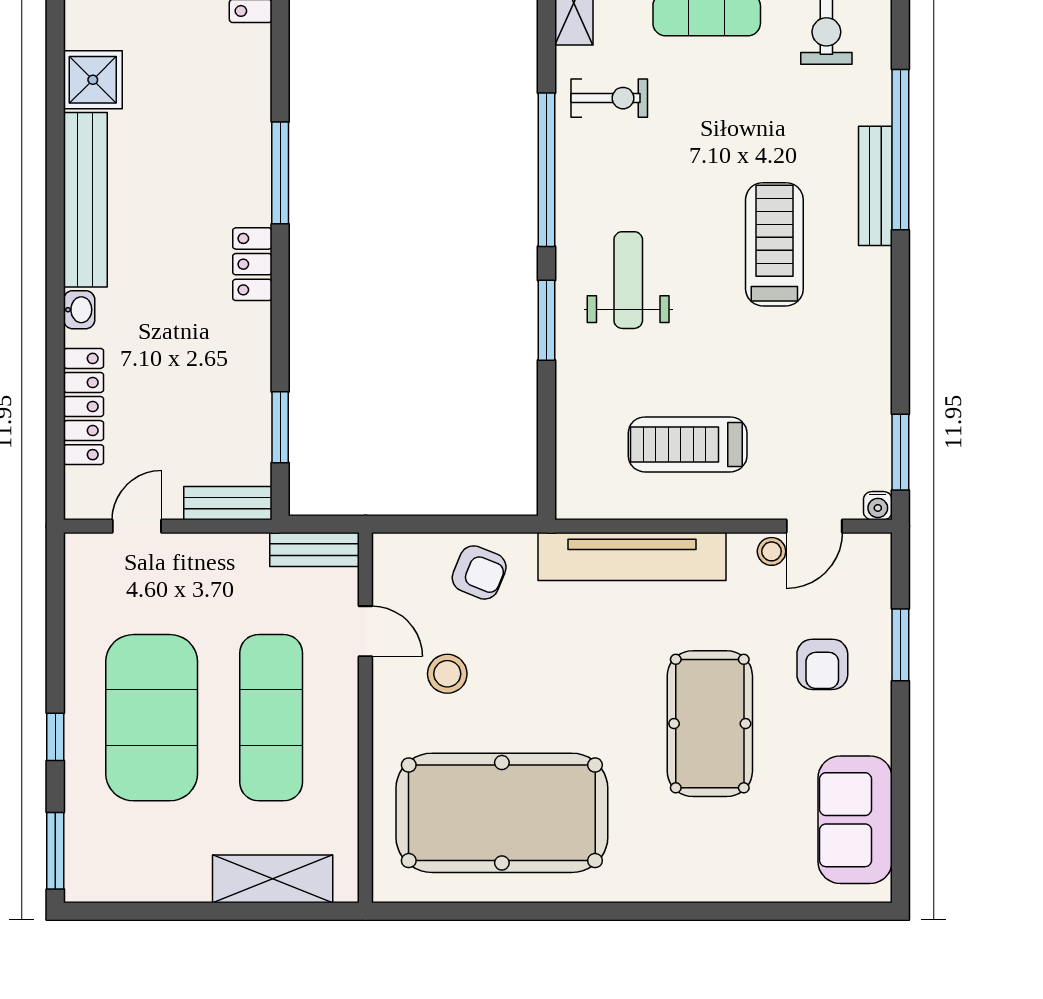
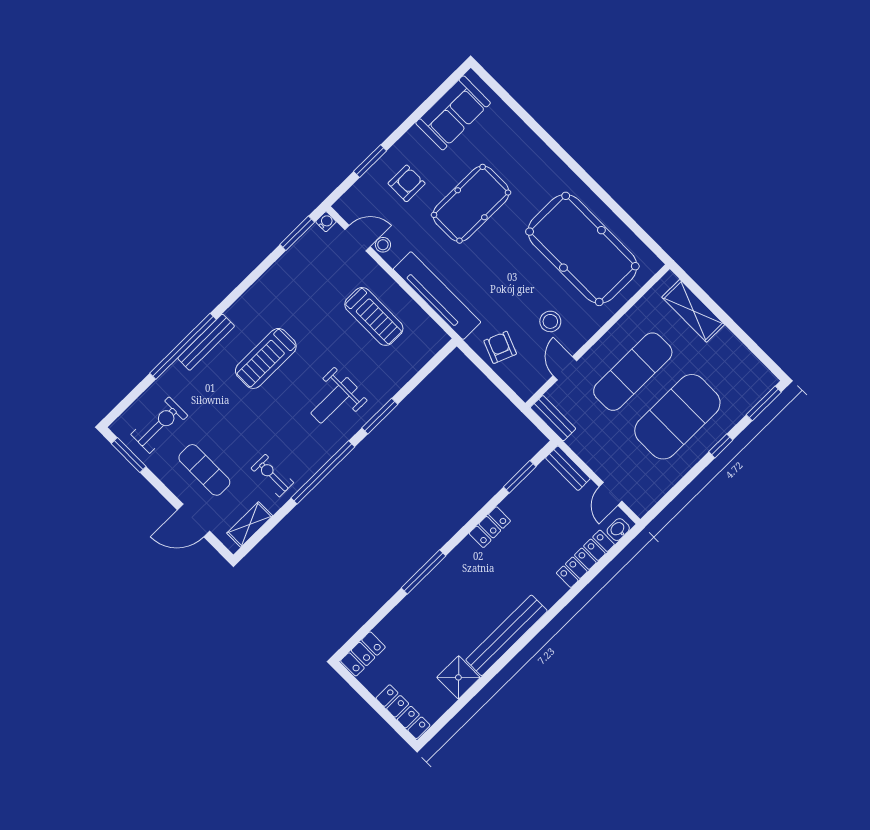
locker: (252, 264) -> (490, 527), moved
washbasin: (79, 310) -> (618, 530), moved
door: (137, 526) -> (611, 494), hinge flipped

